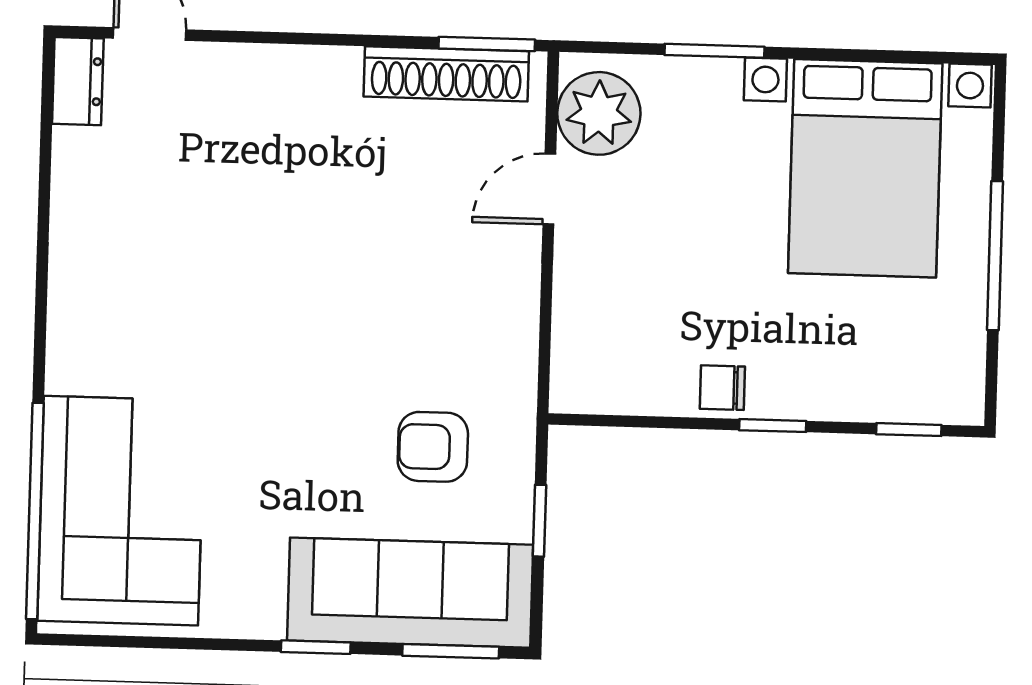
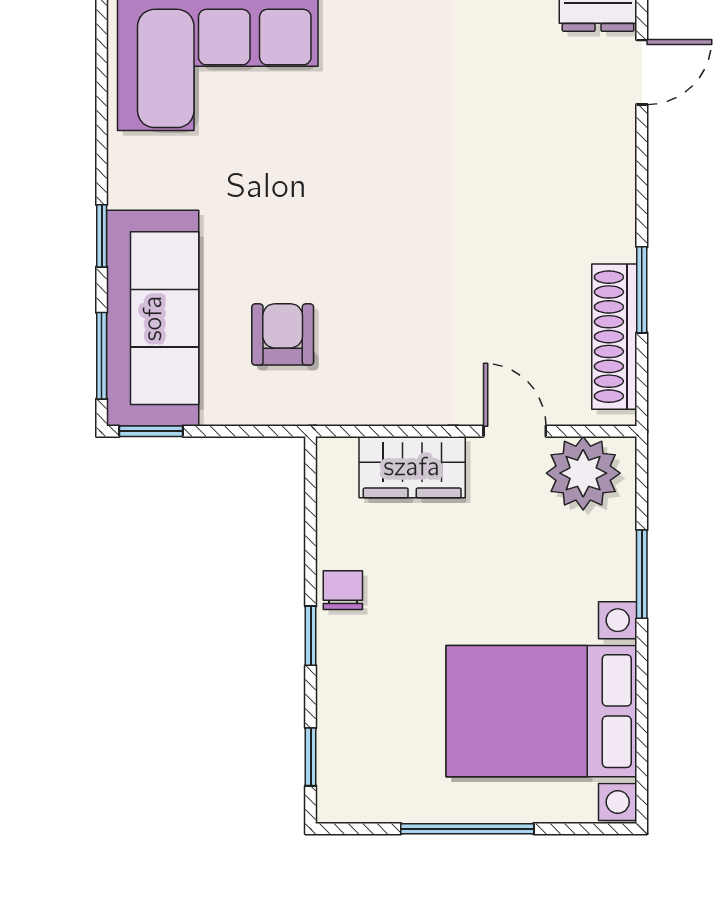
window: (487, 44) -> (642, 290), moved
wardrobe: (586, 306) -> (412, 467), added
window: (540, 521) -> (151, 431), moved

